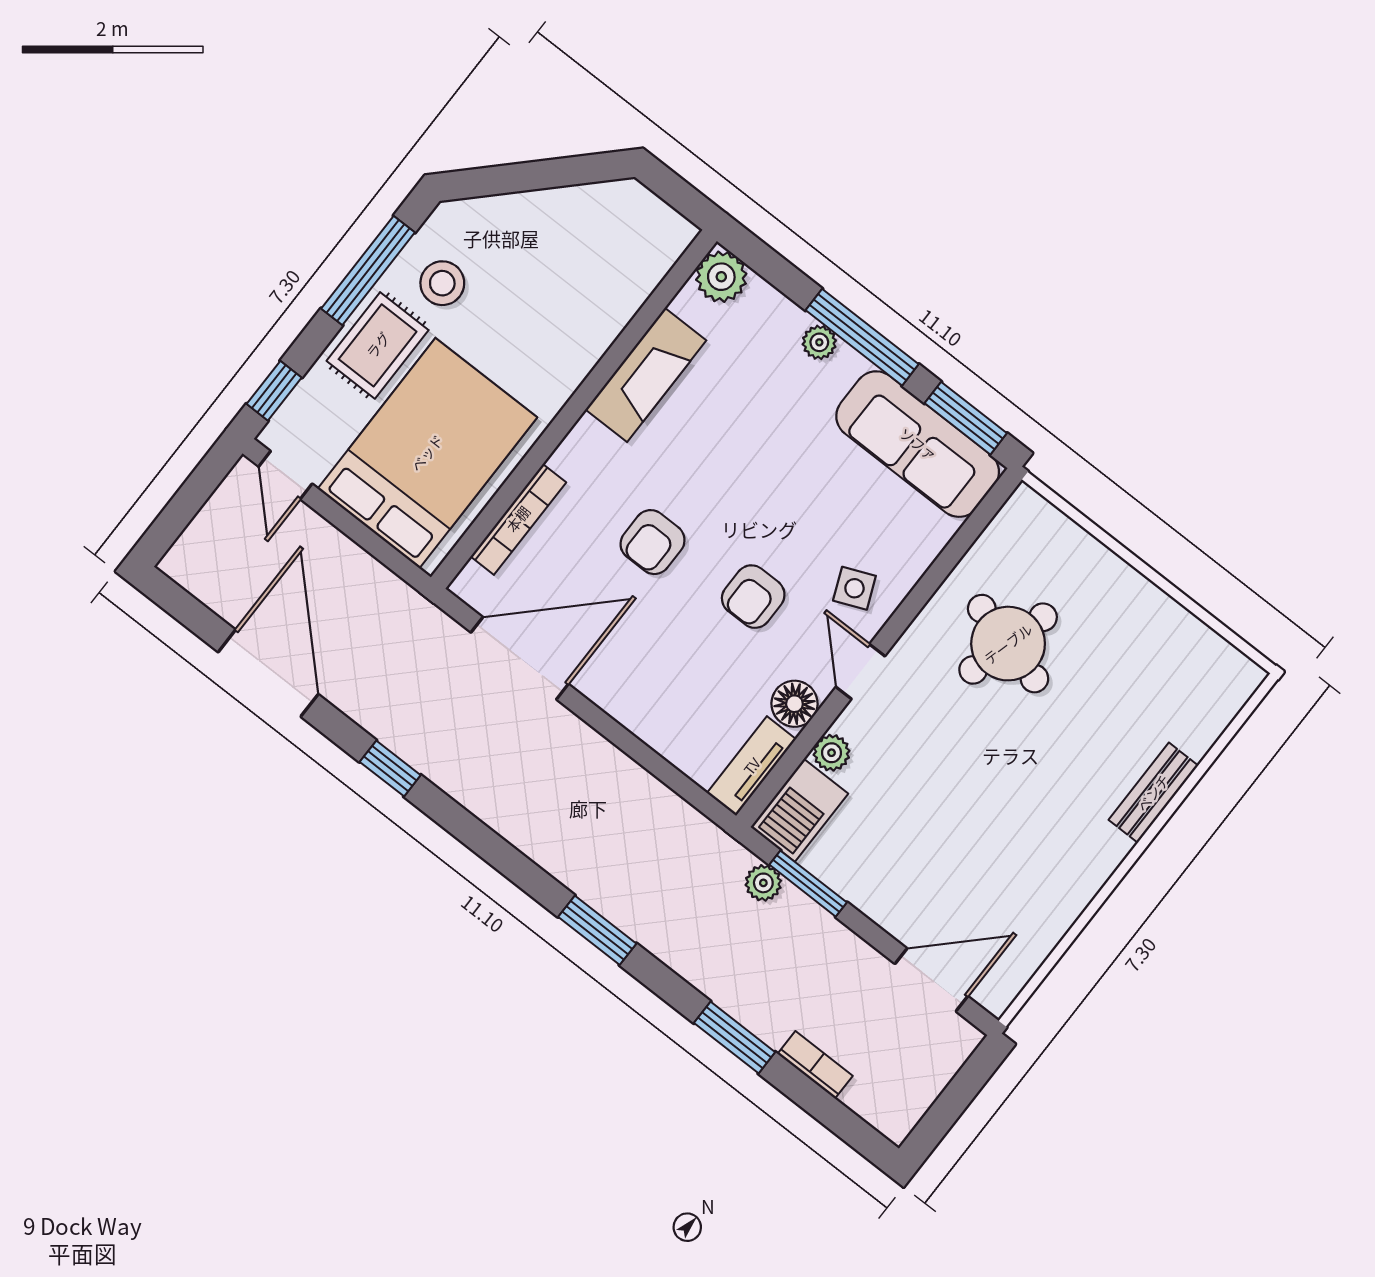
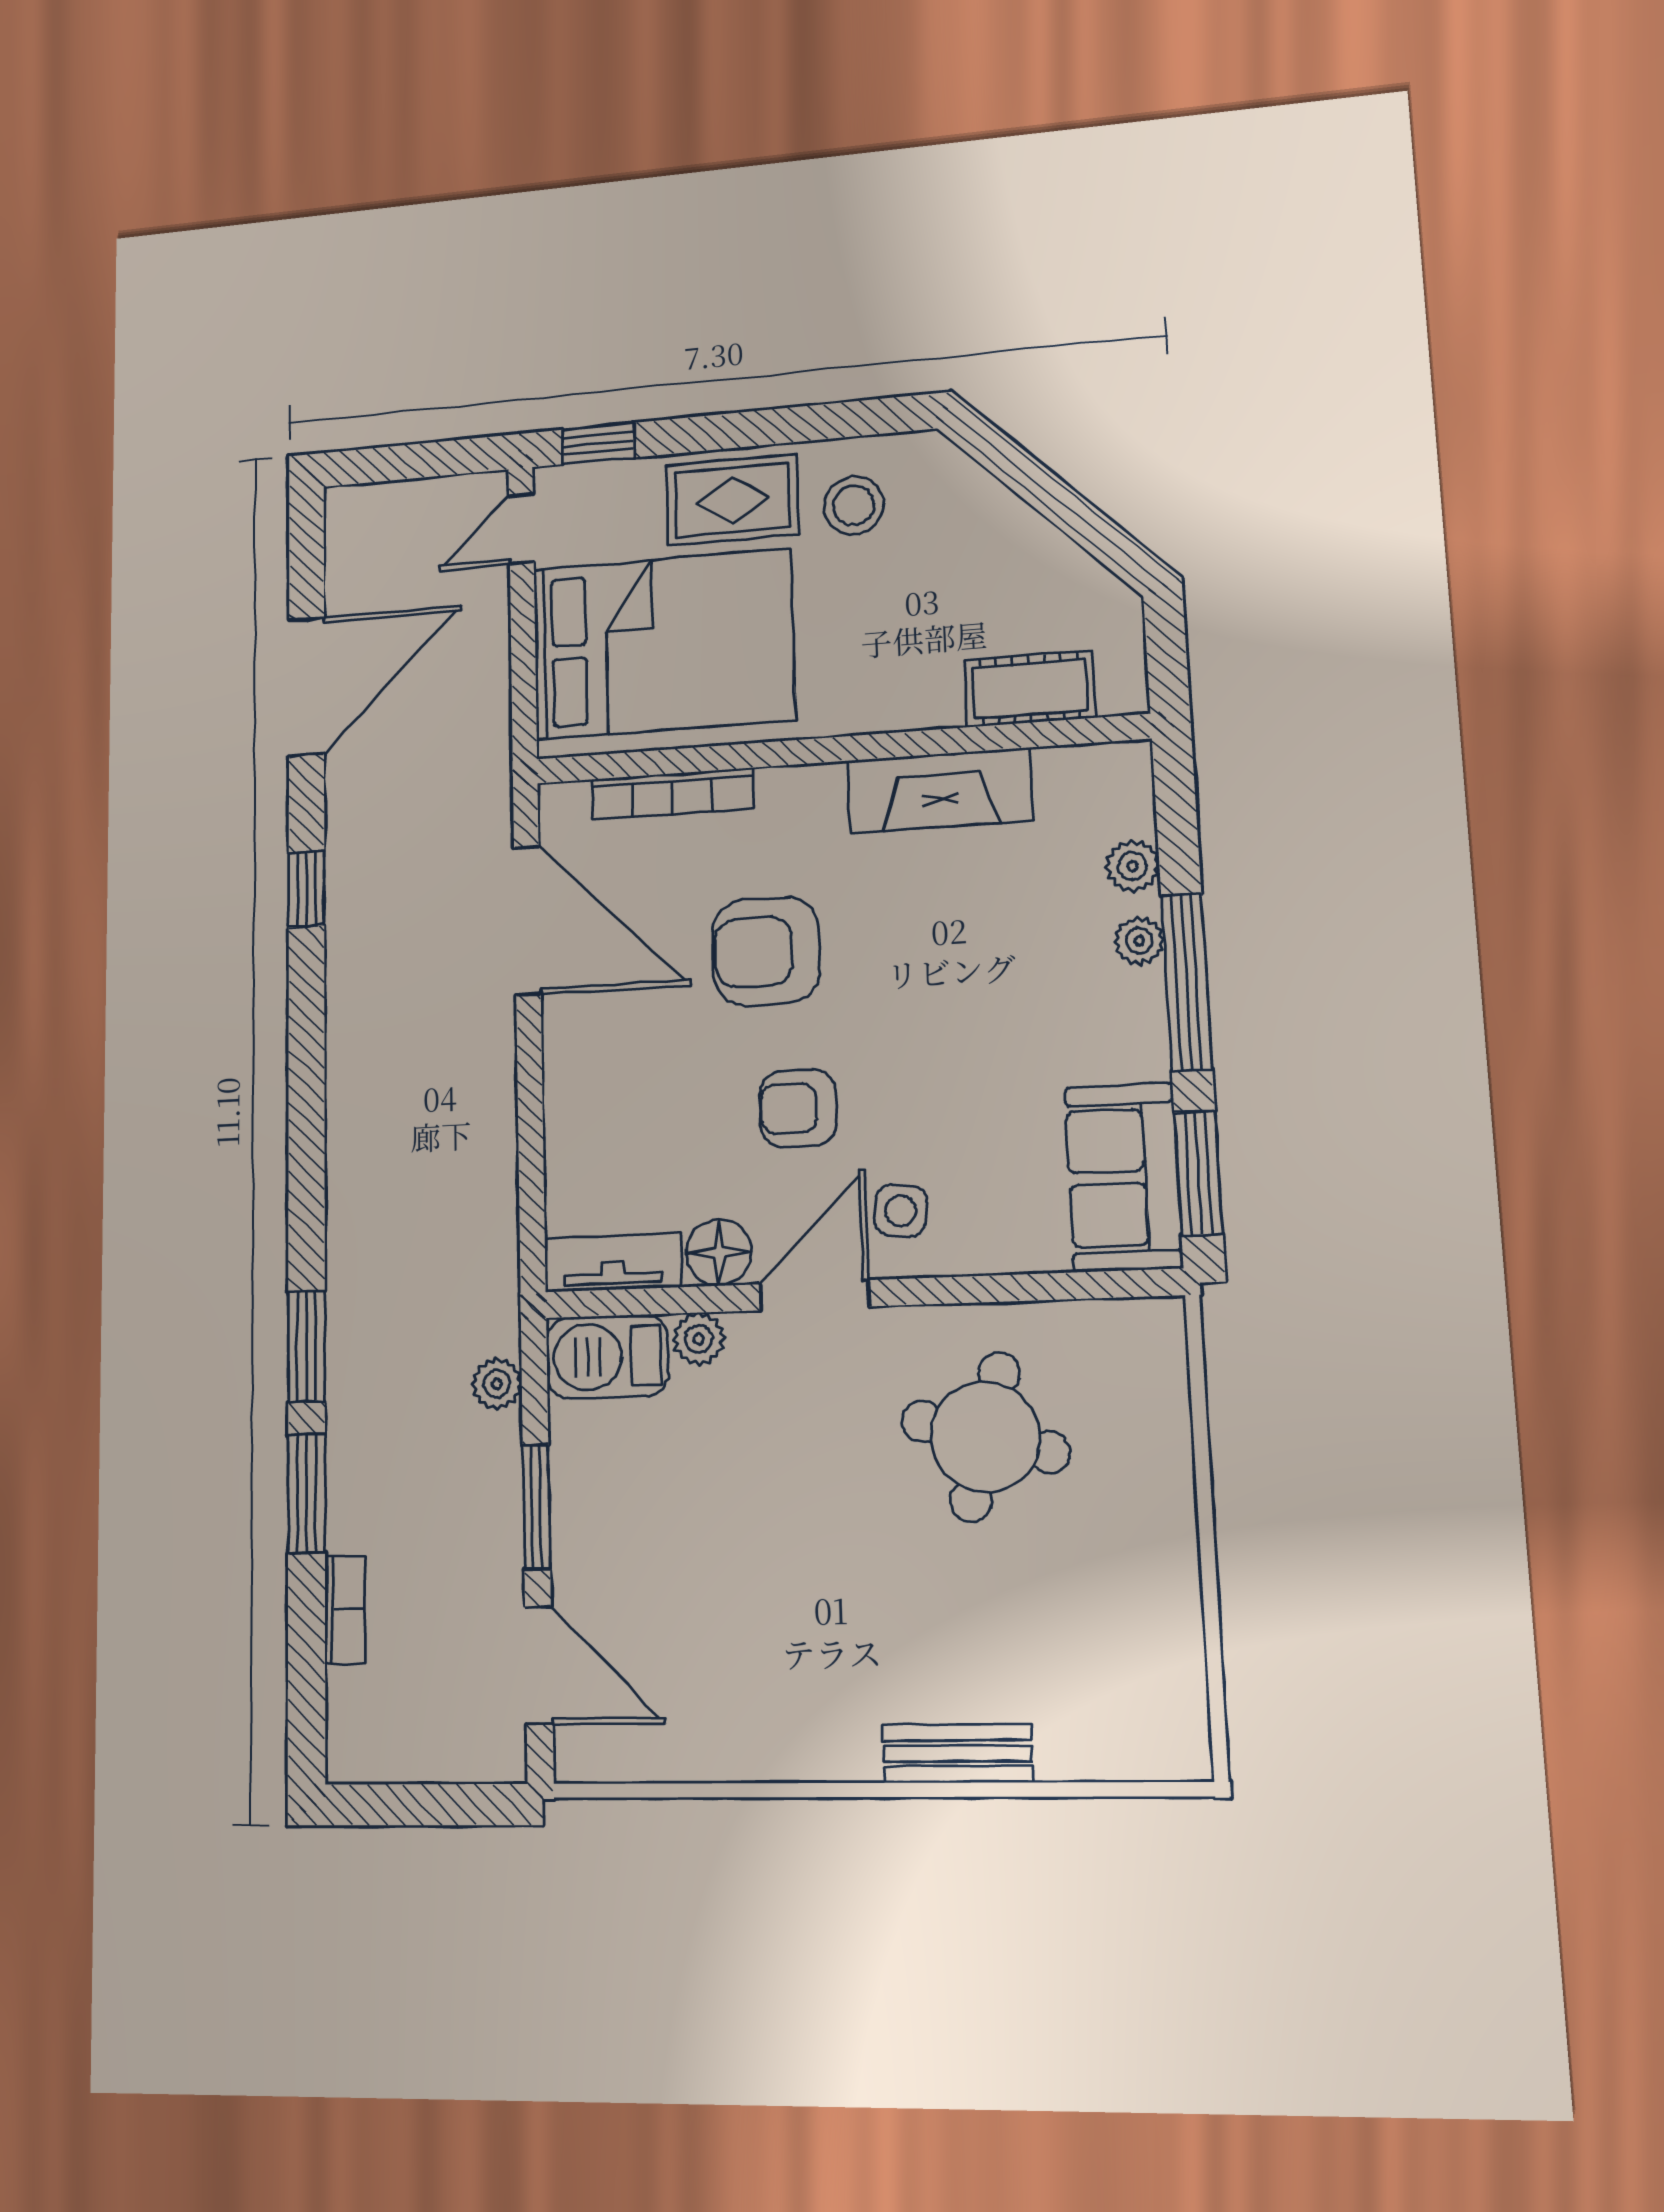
window: (368, 270) -> (802, 424), removed
plant: (721, 277) -> (1132, 866), moved, width x0.73, depth x0.73
cot: (632, 280) -> (1030, 689), added
sofa: (918, 444) -> (1123, 1177), width x0.73
armchair: (653, 542) -> (766, 951), width x1.38, depth x1.38
side table: (854, 588) -> (901, 1211), turned 31
door: (860, 672) -> (814, 1295), width x1.38
window: (808, 884) -> (536, 1507), moved
window: (597, 930) -> (306, 1346), moved

